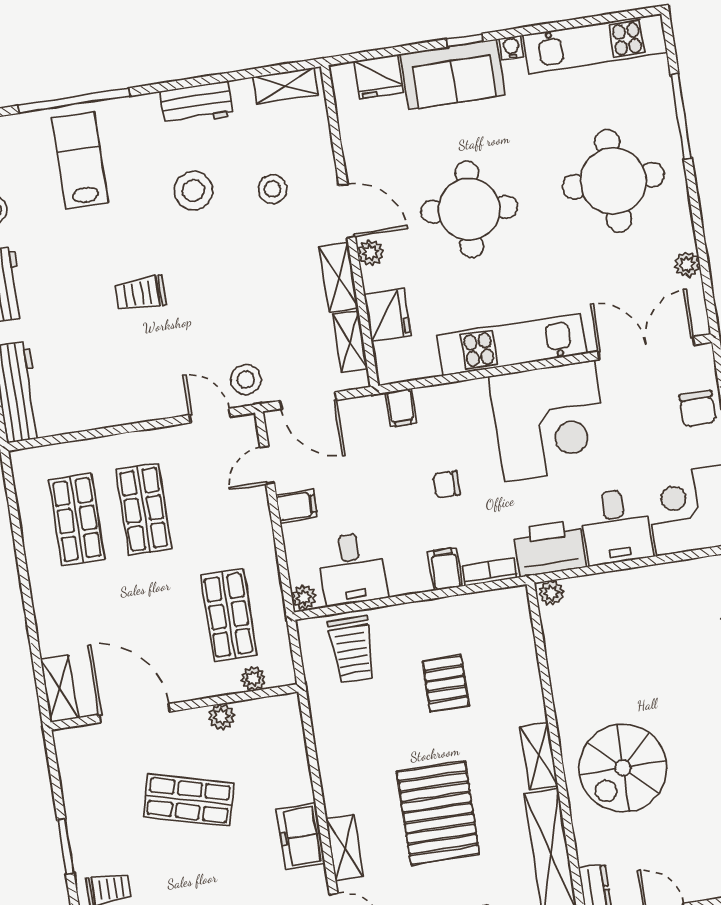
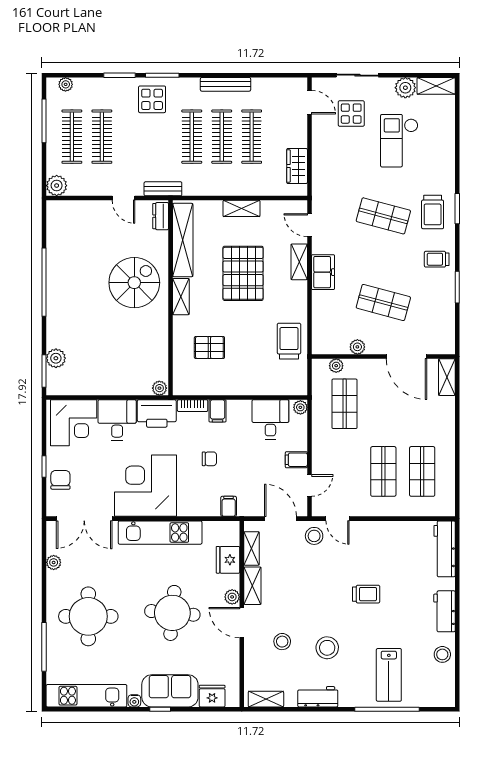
trolley: (352, 649) -> (289, 341), moved
pallet: (446, 684) -> (209, 348), moved, turned 90

